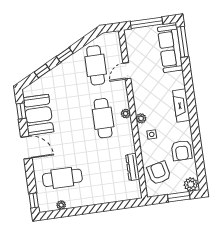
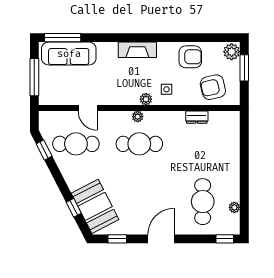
window: (65, 55) -> (44, 150), moved
booth: (38, 115) -> (95, 206), moved, turned 63
dresser: (133, 167) -> (197, 117), width x0.70

